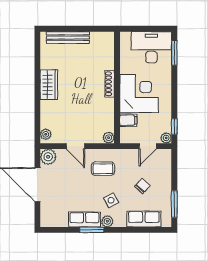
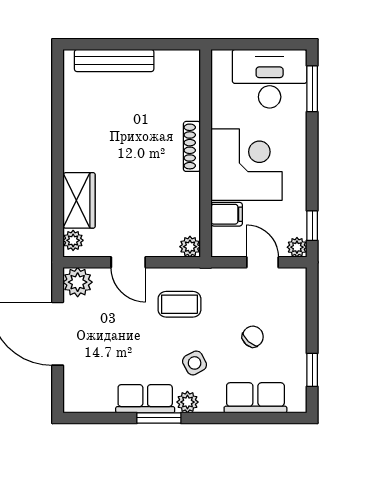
wardrobe: (49, 85) -> (79, 200), moved
door: (148, 146) -> (262, 262), swing flipped
window: (174, 204) -> (312, 370), width x0.67

